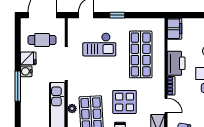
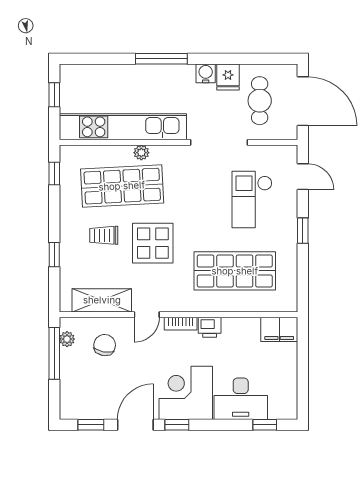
printer: (176, 63) -> (210, 327), width x0.53, depth x0.68
window: (18, 86) -> (161, 59), moved

